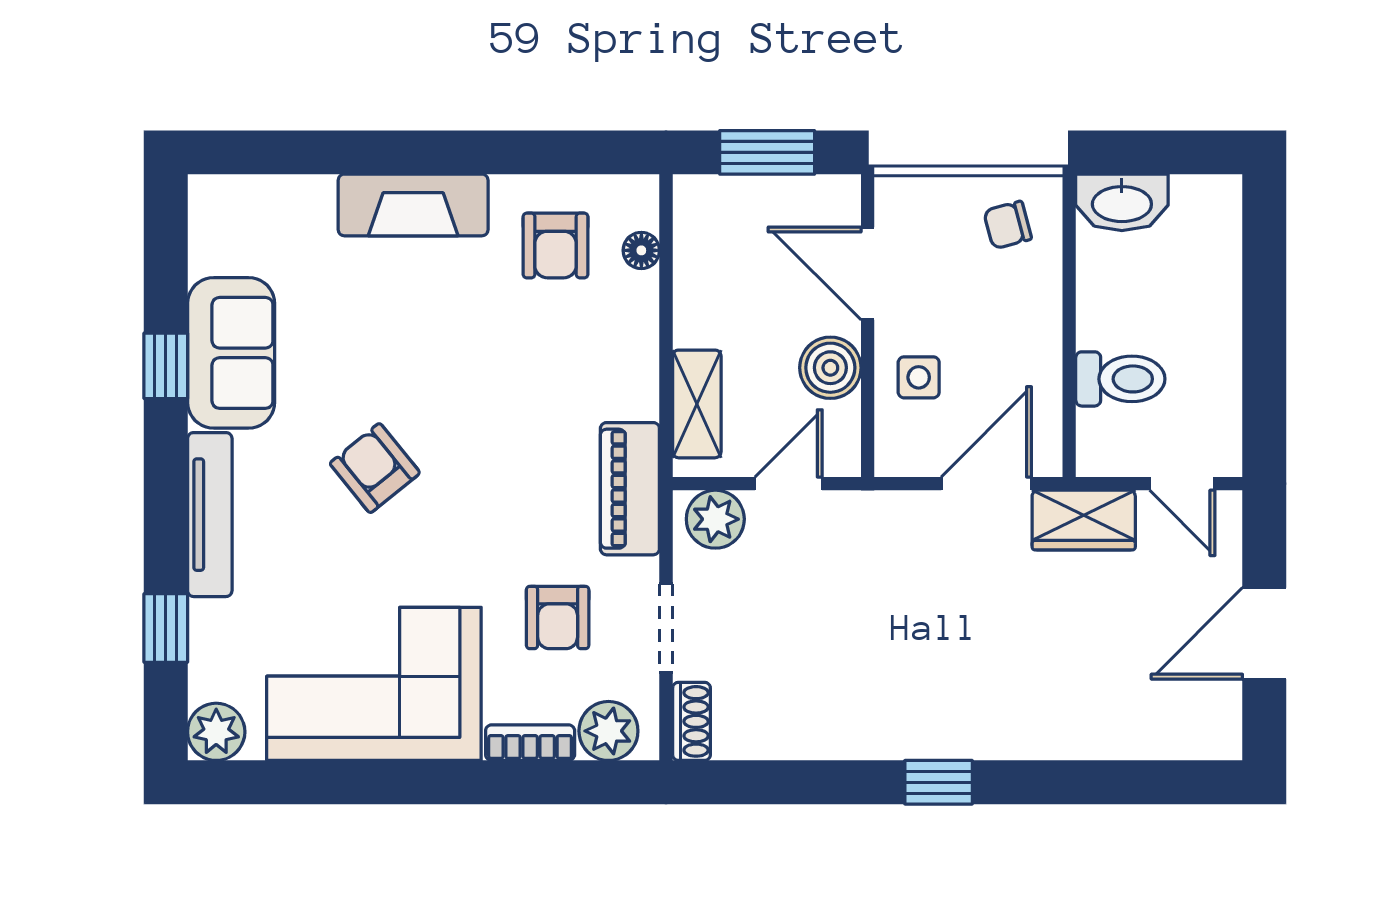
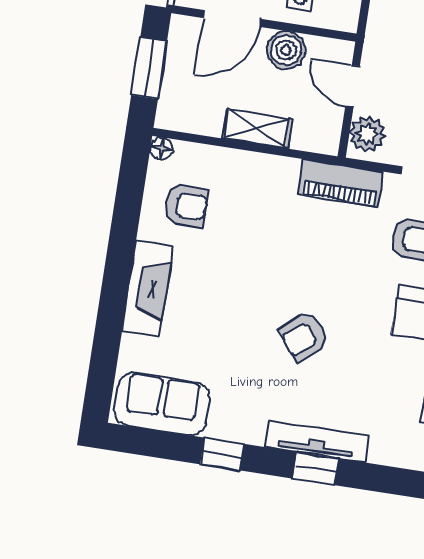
floor lamp: (641, 250) -> (162, 148), moved
sofa: (231, 353) -> (162, 404), moved
shelving: (697, 404) -> (257, 129), moved
window: (166, 628) -> (316, 469), moved

